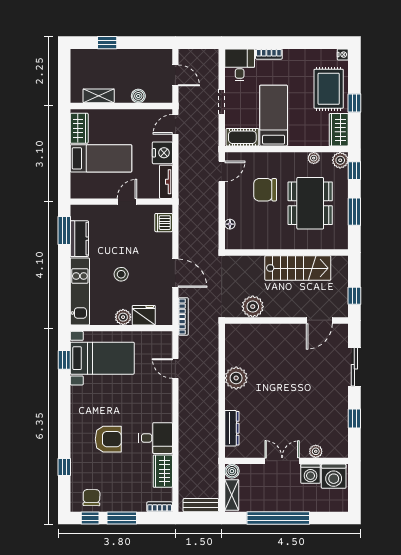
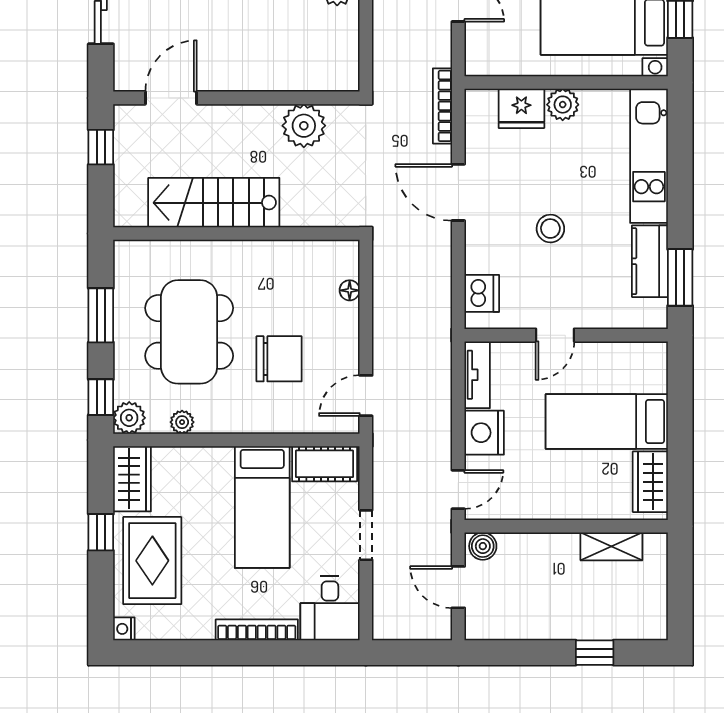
bookcase: (269, 54) -> (257, 630), width x1.56
boiler: (138, 96) -> (483, 546), moved
stool: (121, 274) -> (550, 229), moved

